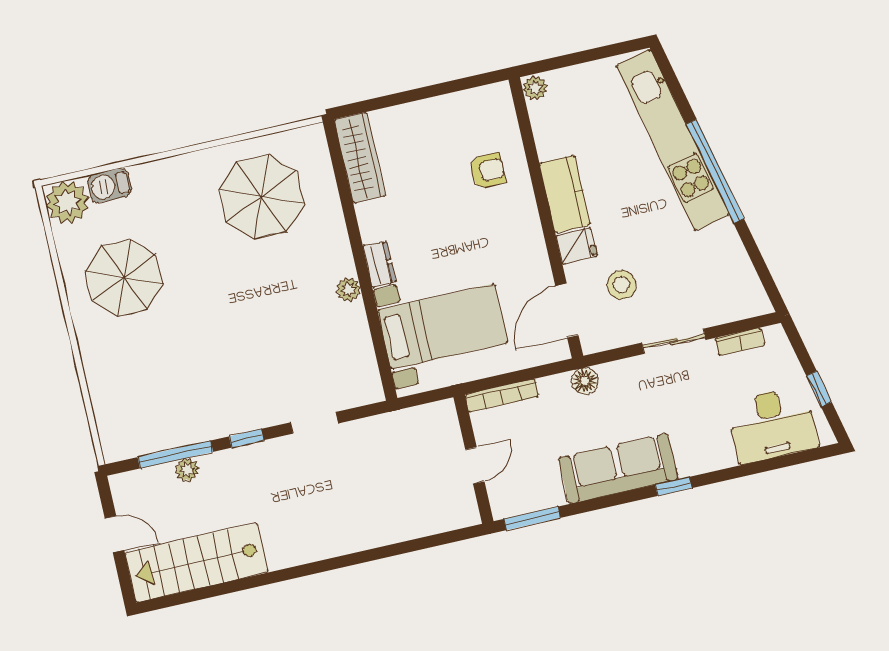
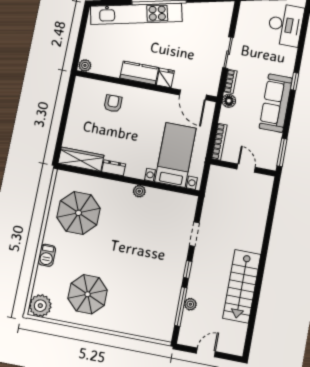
barbecue: (110, 185) -> (47, 255), moved
dresser: (379, 264) -> (114, 168), moved
stool: (621, 285) -> (192, 65), removed
bookcase: (740, 342) -> (230, 81), moved
stairs: (196, 563) -> (242, 286), moved

